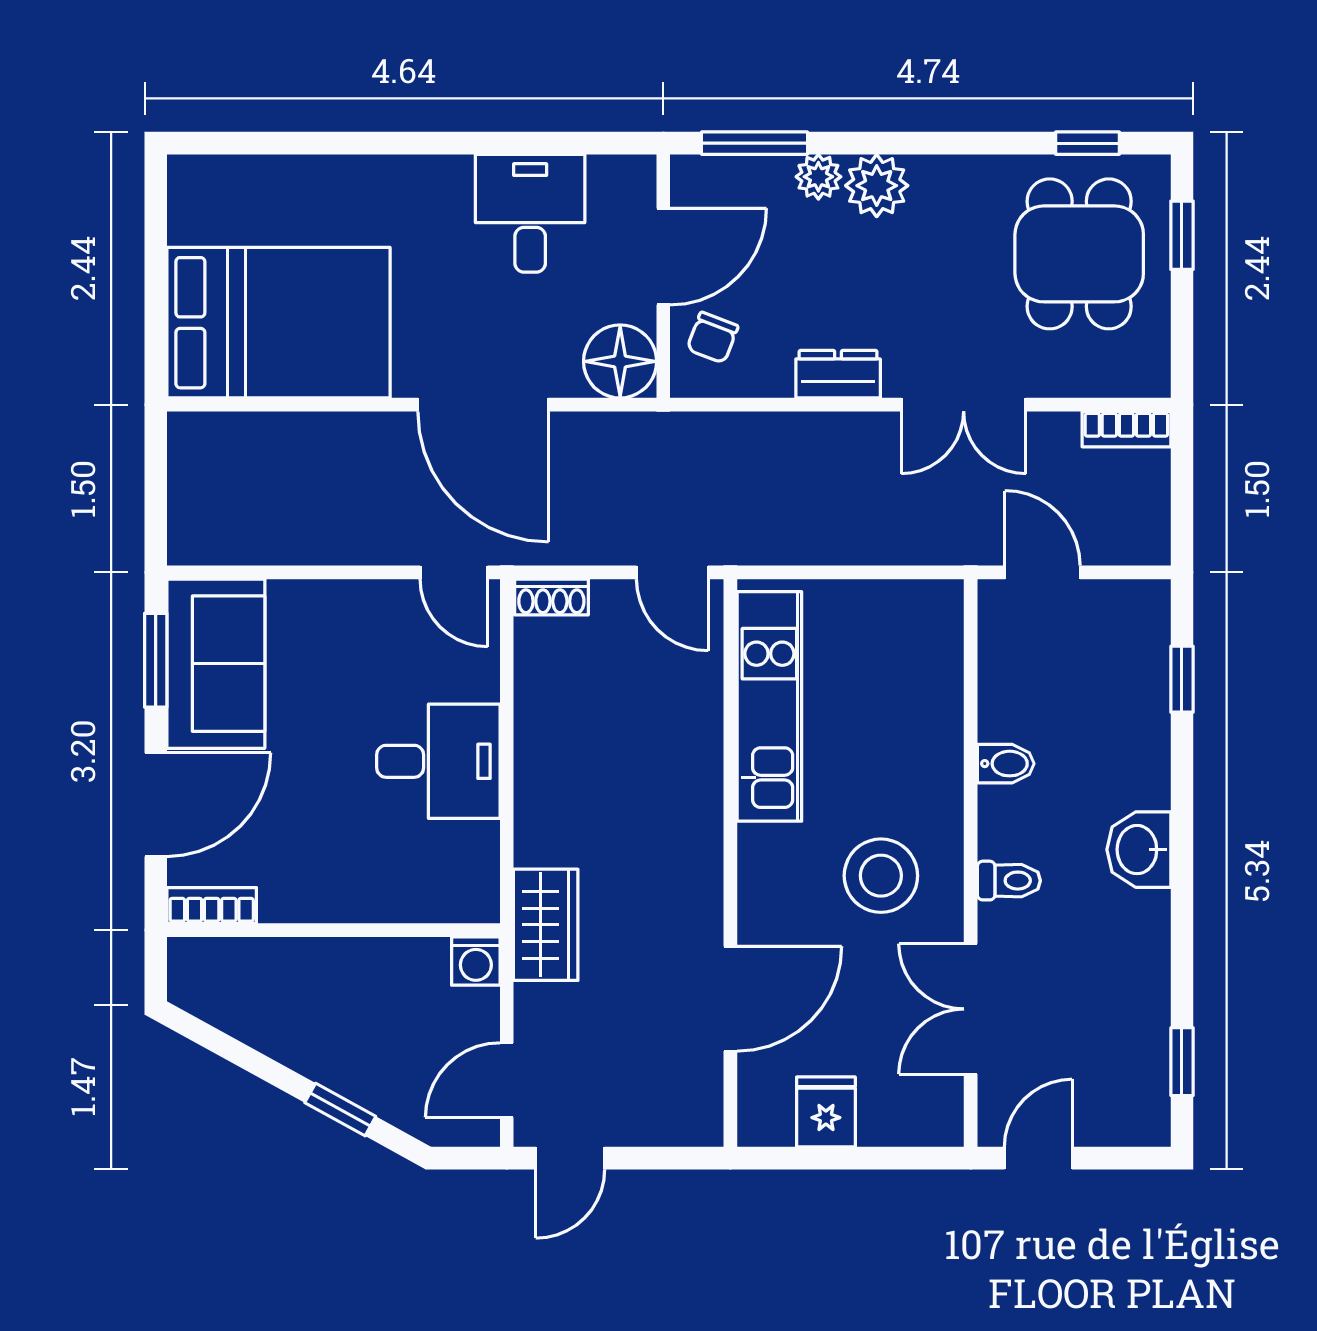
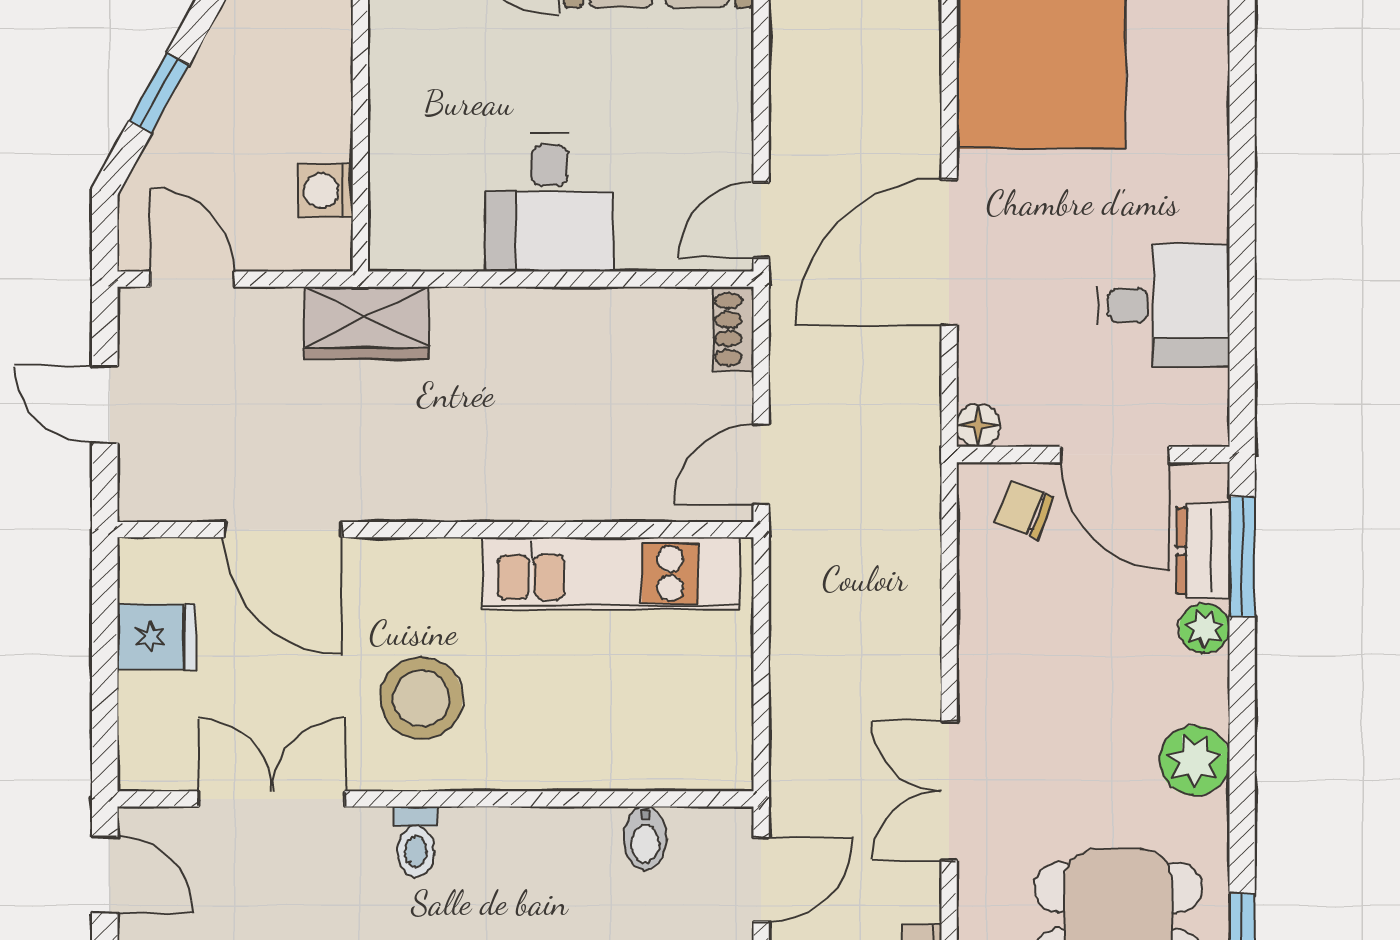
plant: (877, 186) -> (1195, 761), moved
floor lamp: (620, 361) -> (978, 425), width x0.53, depth x0.53
dresser: (838, 374) -> (1203, 551), moved, turned 180
bidet: (1006, 764) -> (645, 838), moved
washing machine: (476, 961) -> (326, 191), moved
door: (570, 1158) -> (105, 404), moved

